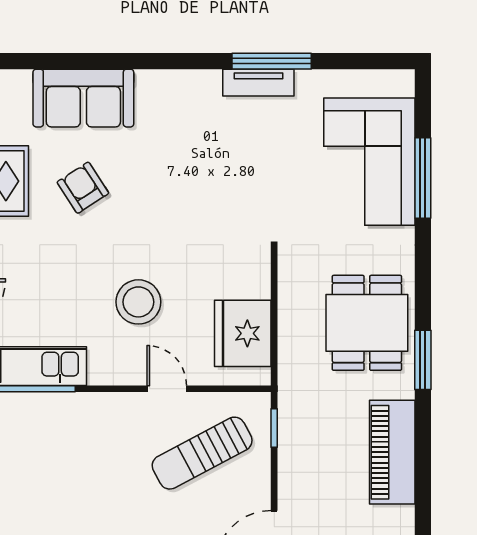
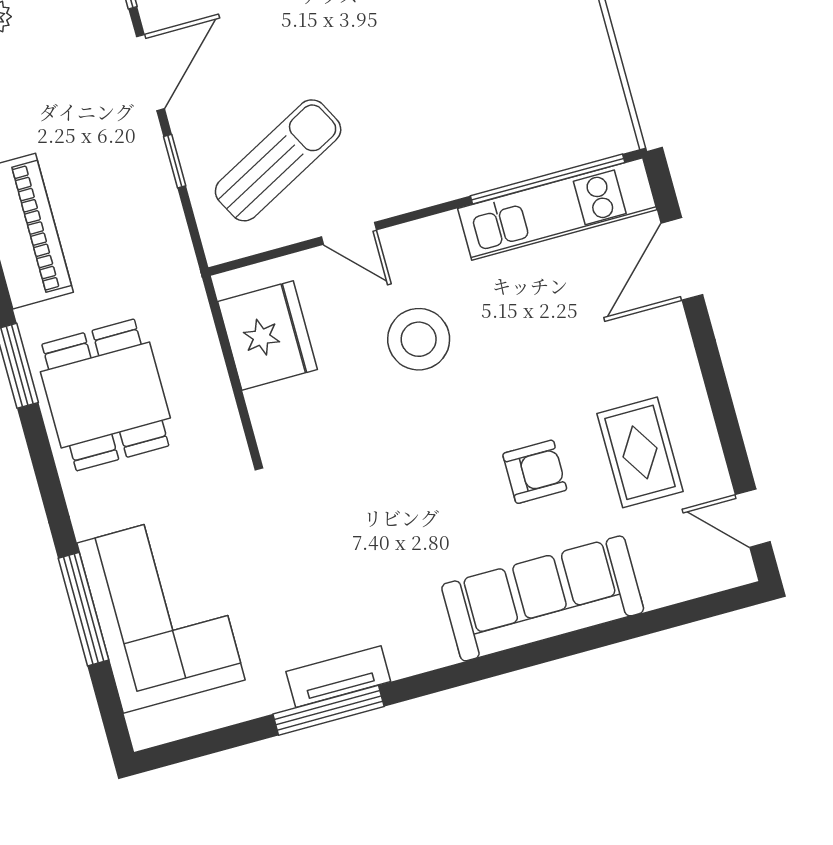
sofa: (83, 98) -> (543, 598), width x1.36
armchair: (83, 188) -> (535, 472), turned -57
window: (274, 428) -> (175, 161), moved

